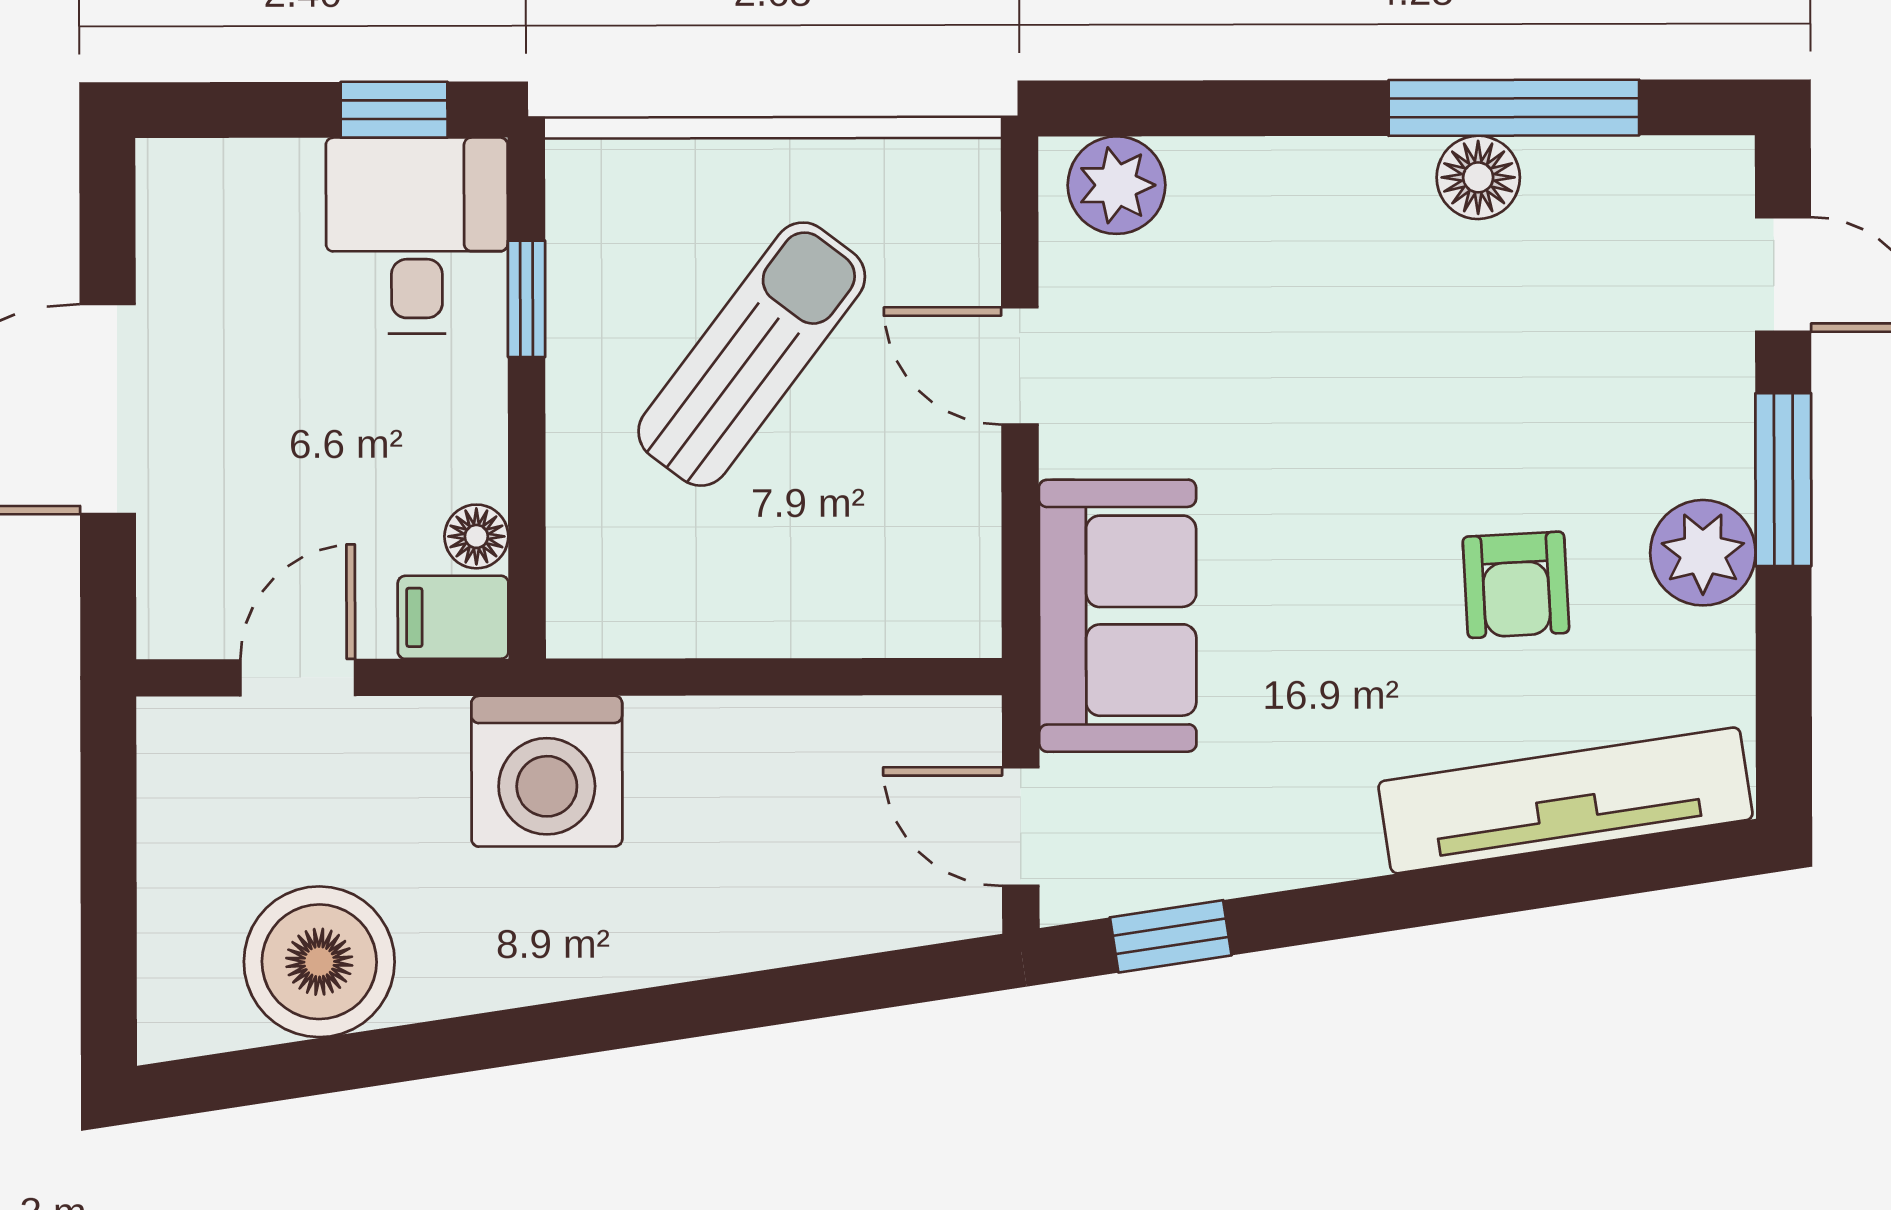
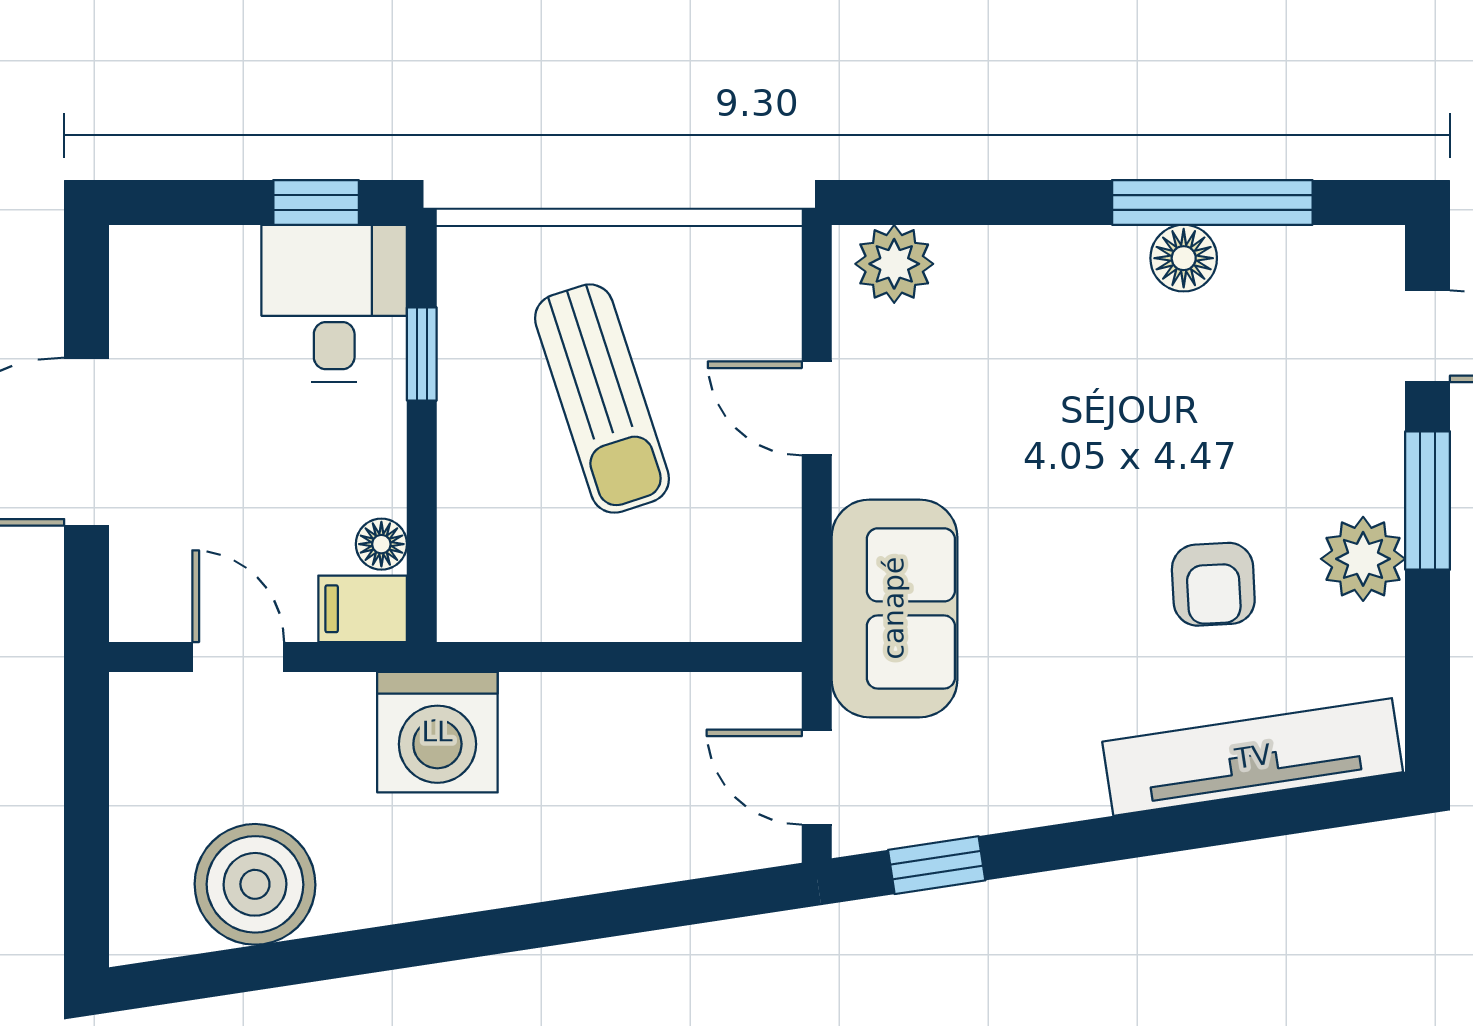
sun lounger: (752, 354) -> (602, 399), turned 125
door: (298, 678) -> (238, 657), hinge flipped

